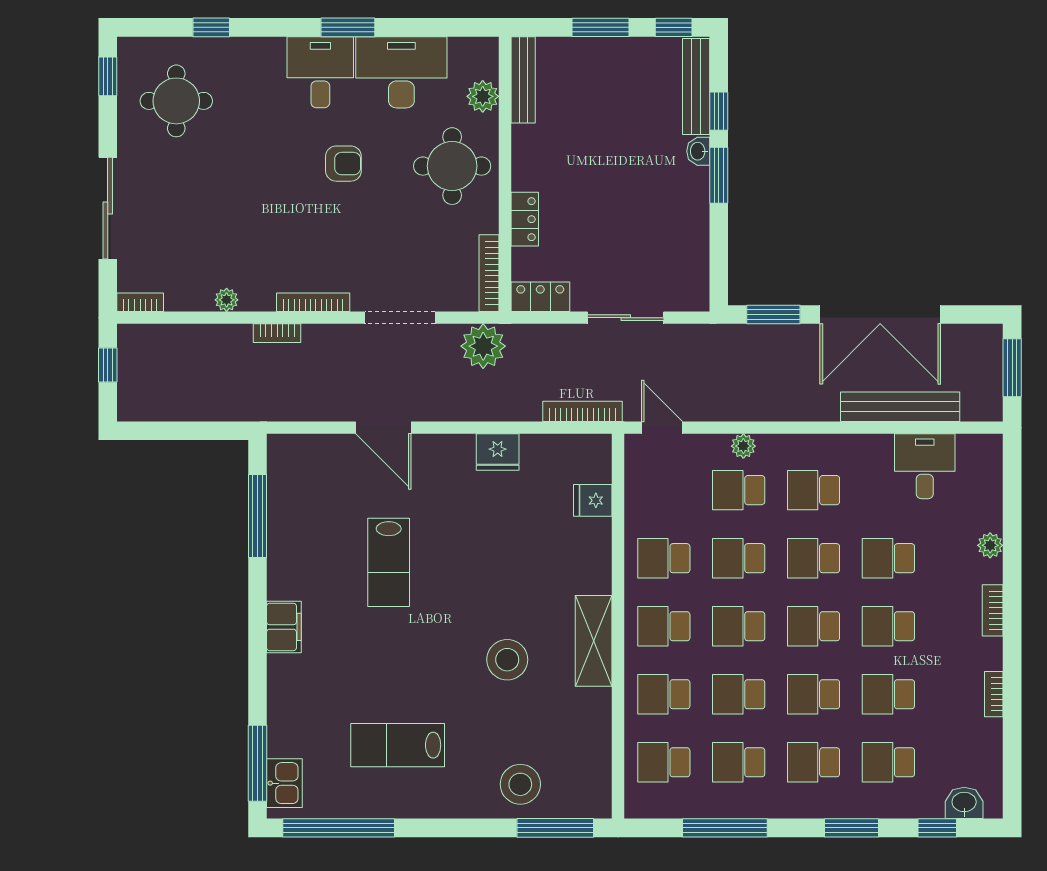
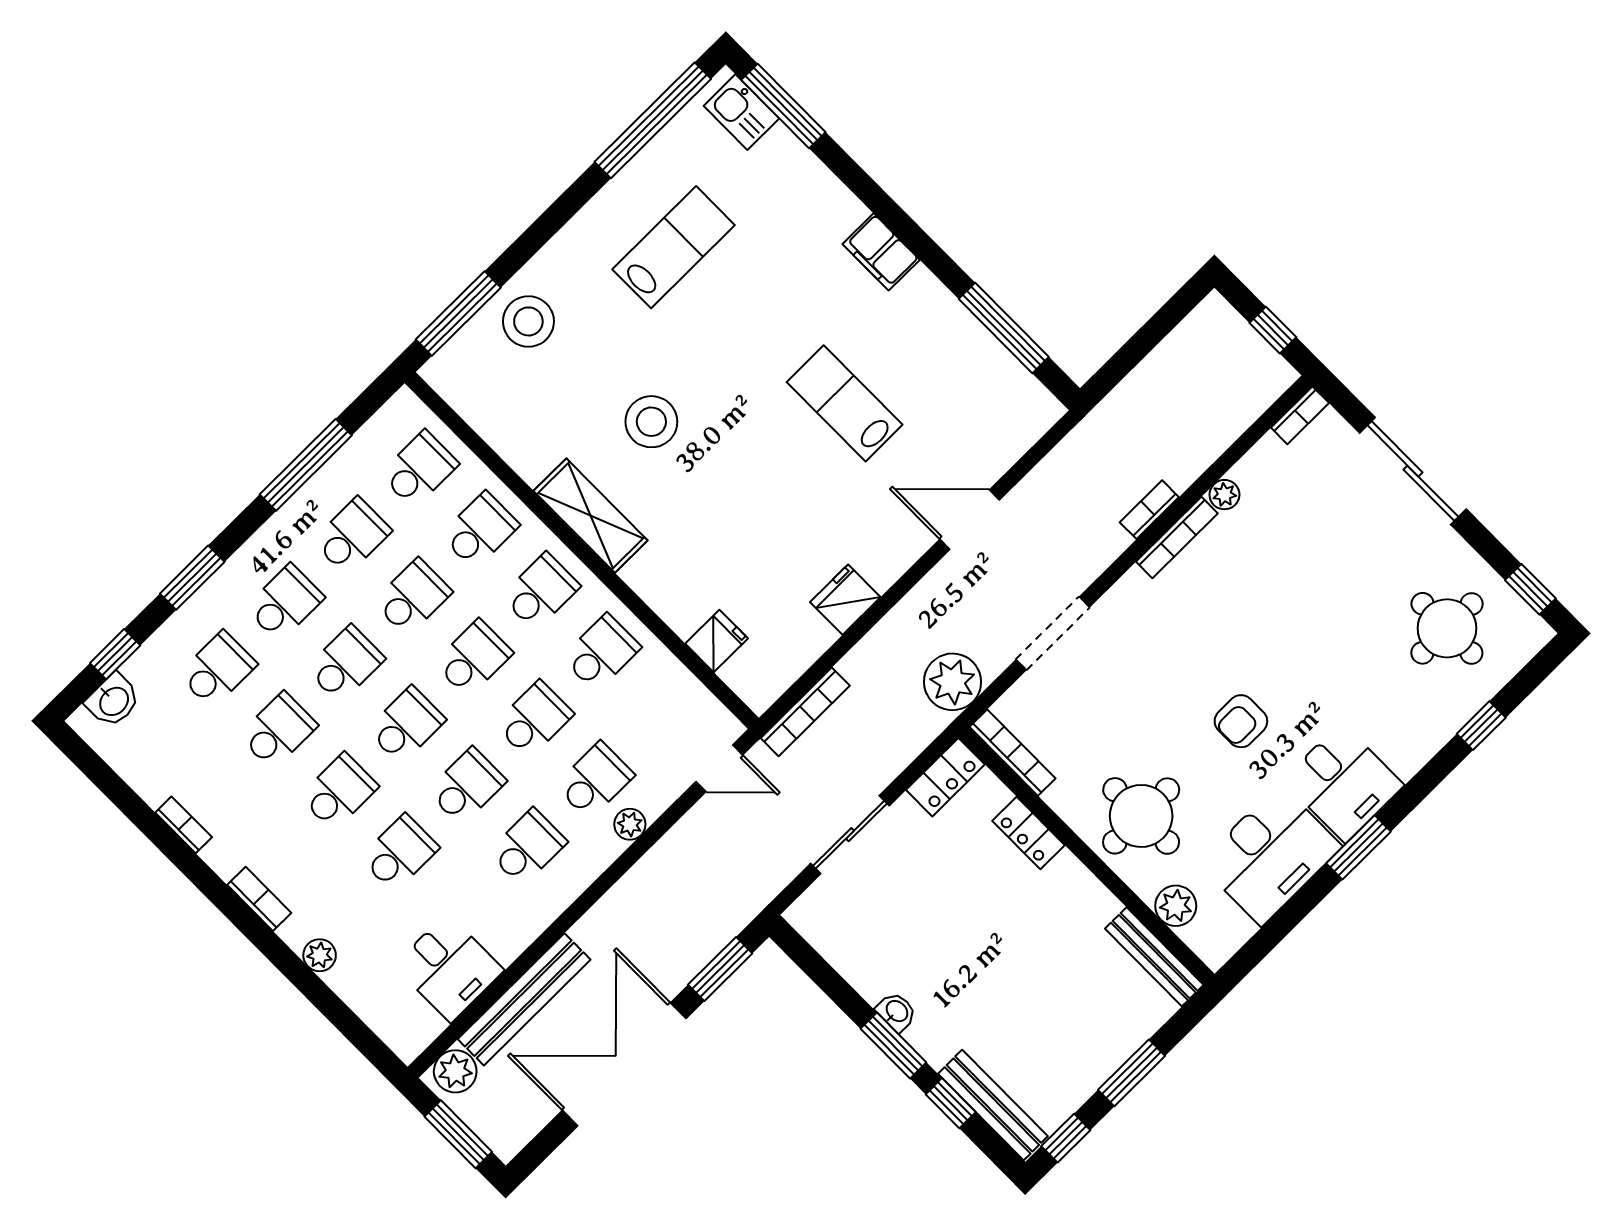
washbasin: (698, 151) -> (896, 1012), moved
bookcase: (313, 302) -> (1177, 538), moved
plant: (979, 405) -> (455, 1071), added

